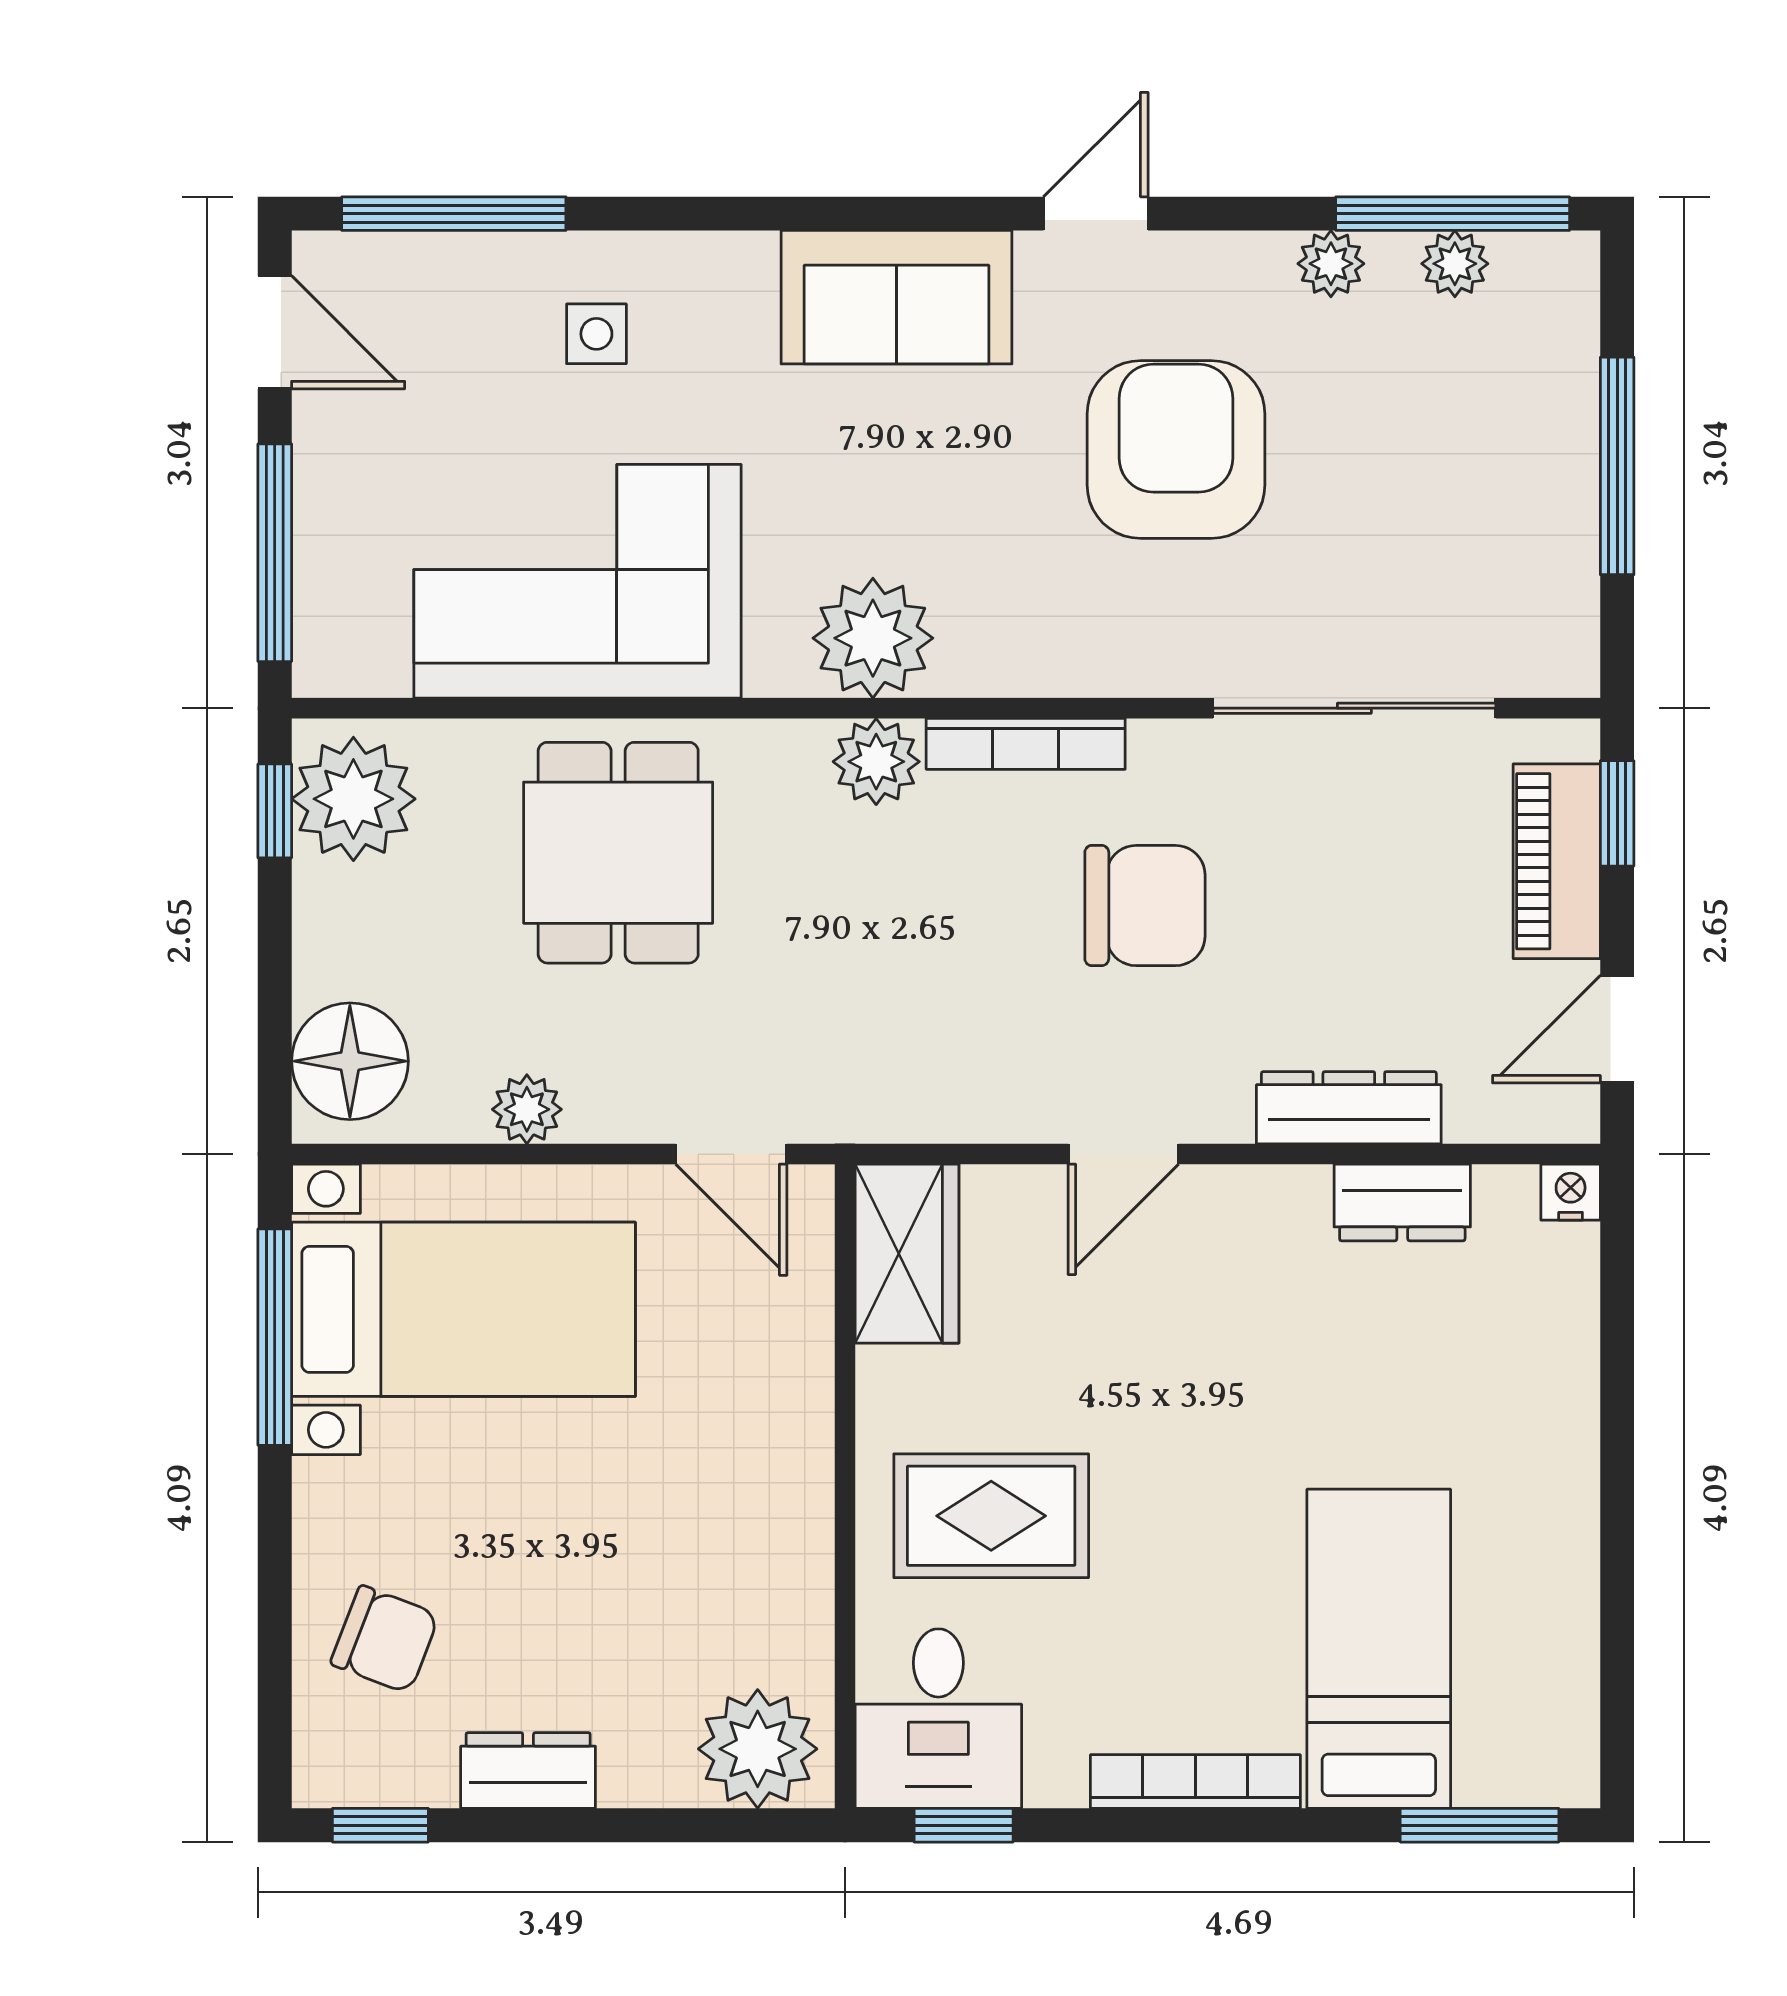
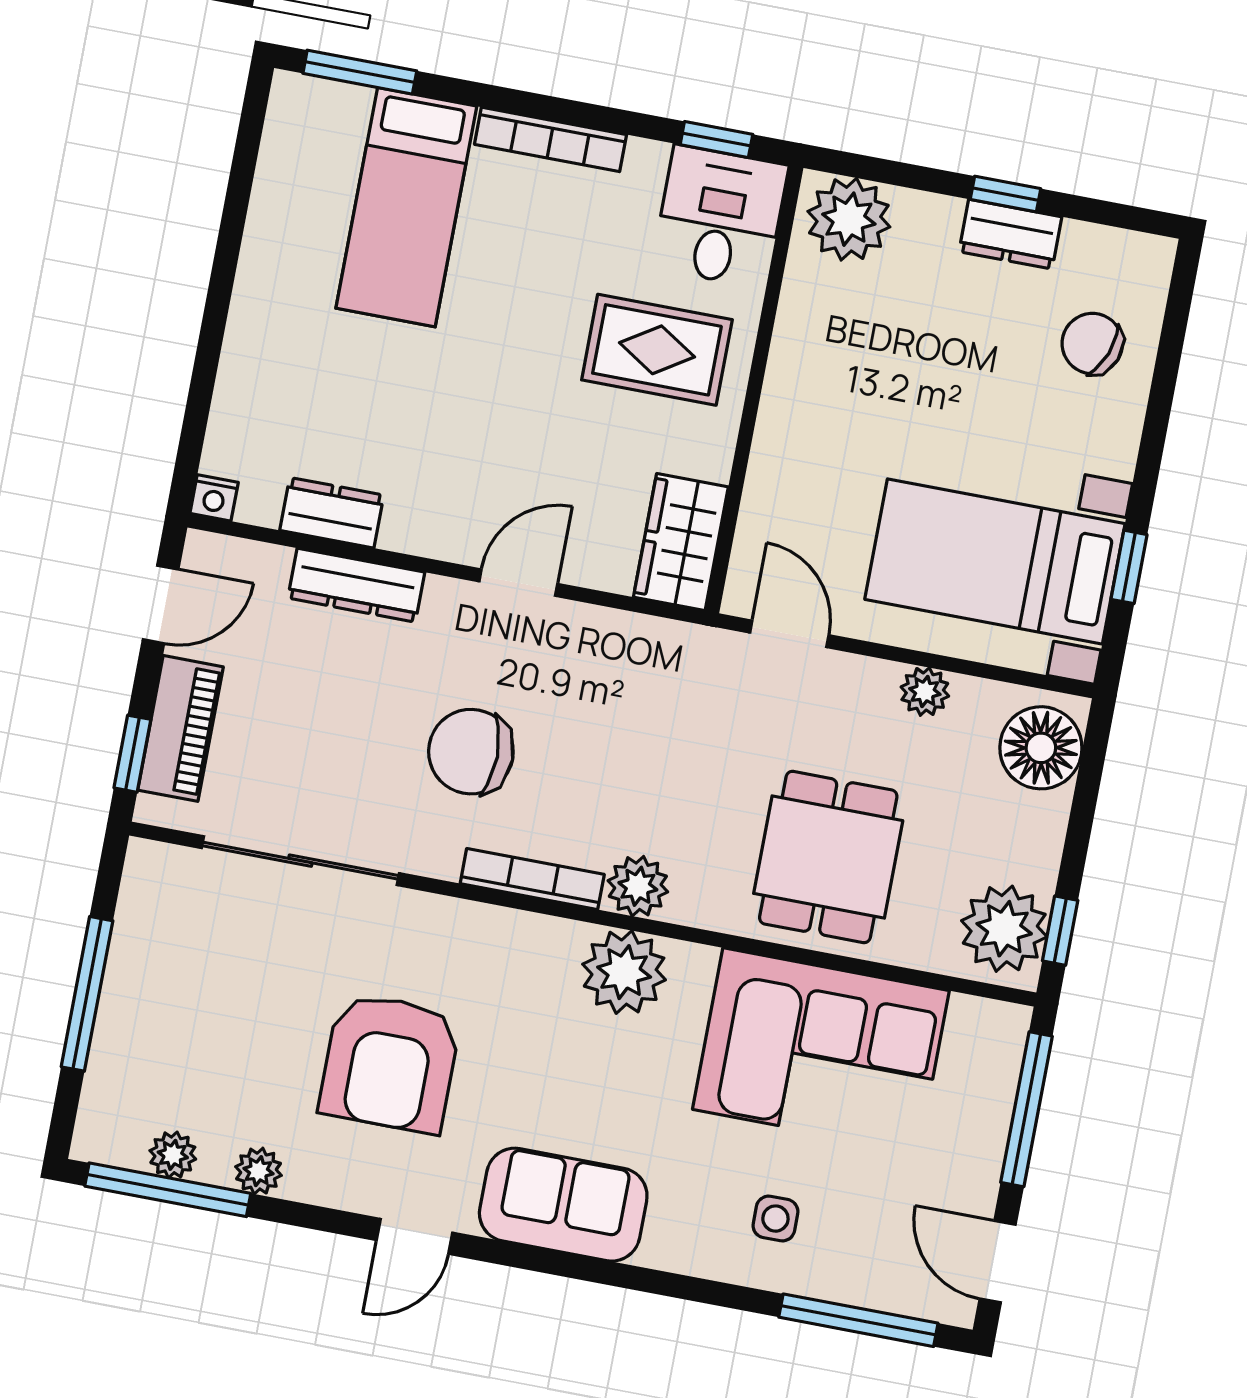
window: (275, 1337) -> (1129, 567), width x0.46
window: (380, 1825) -> (1006, 194), moved

